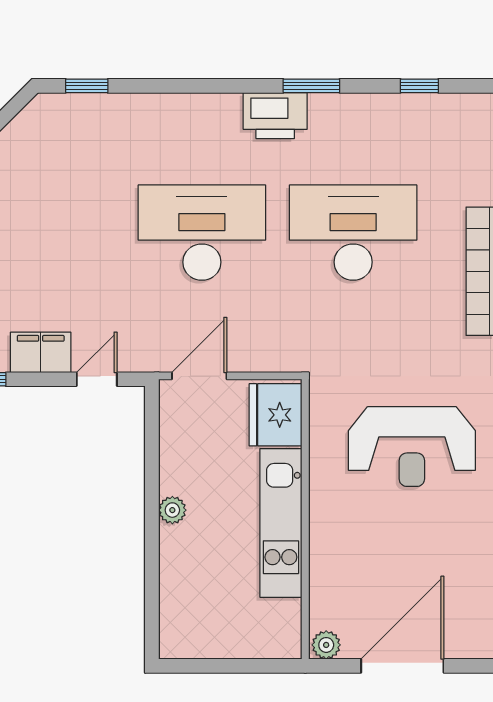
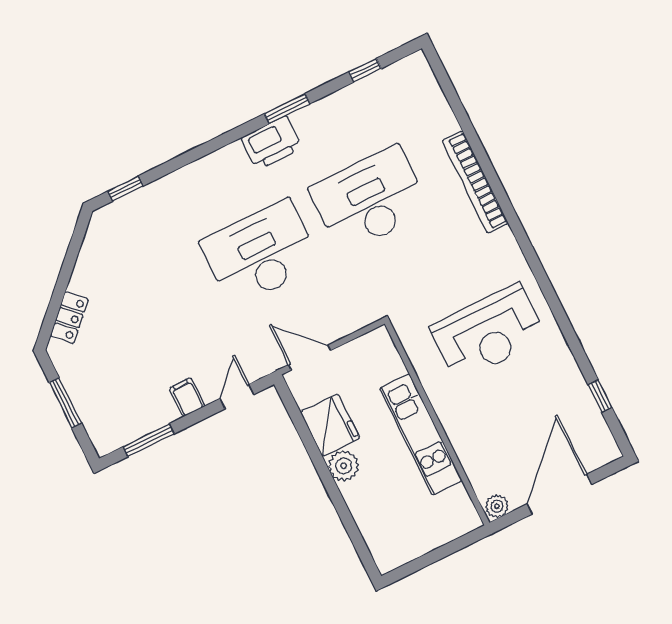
filing cabinet: (41, 352) -> (187, 397), width x0.50
door: (199, 376) -> (310, 358), hinge flipped
fridge: (276, 415) -> (330, 425), moved, turned 180
plant: (172, 510) -> (344, 466), width x1.38, depth x1.38

